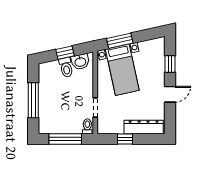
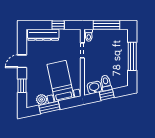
window: (120, 41) -> (49, 107), moved
plant: (146, 47) -> (42, 99), added

